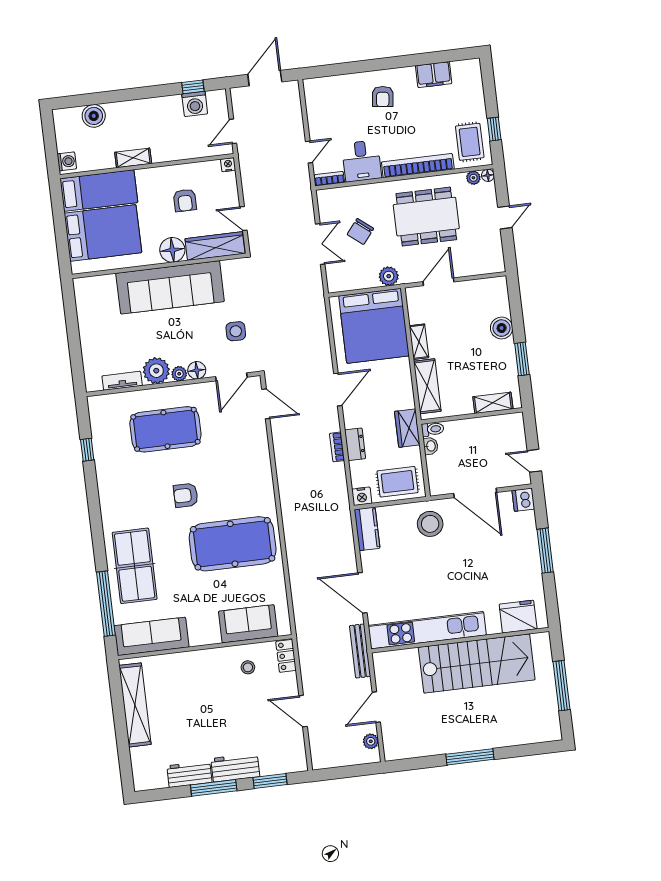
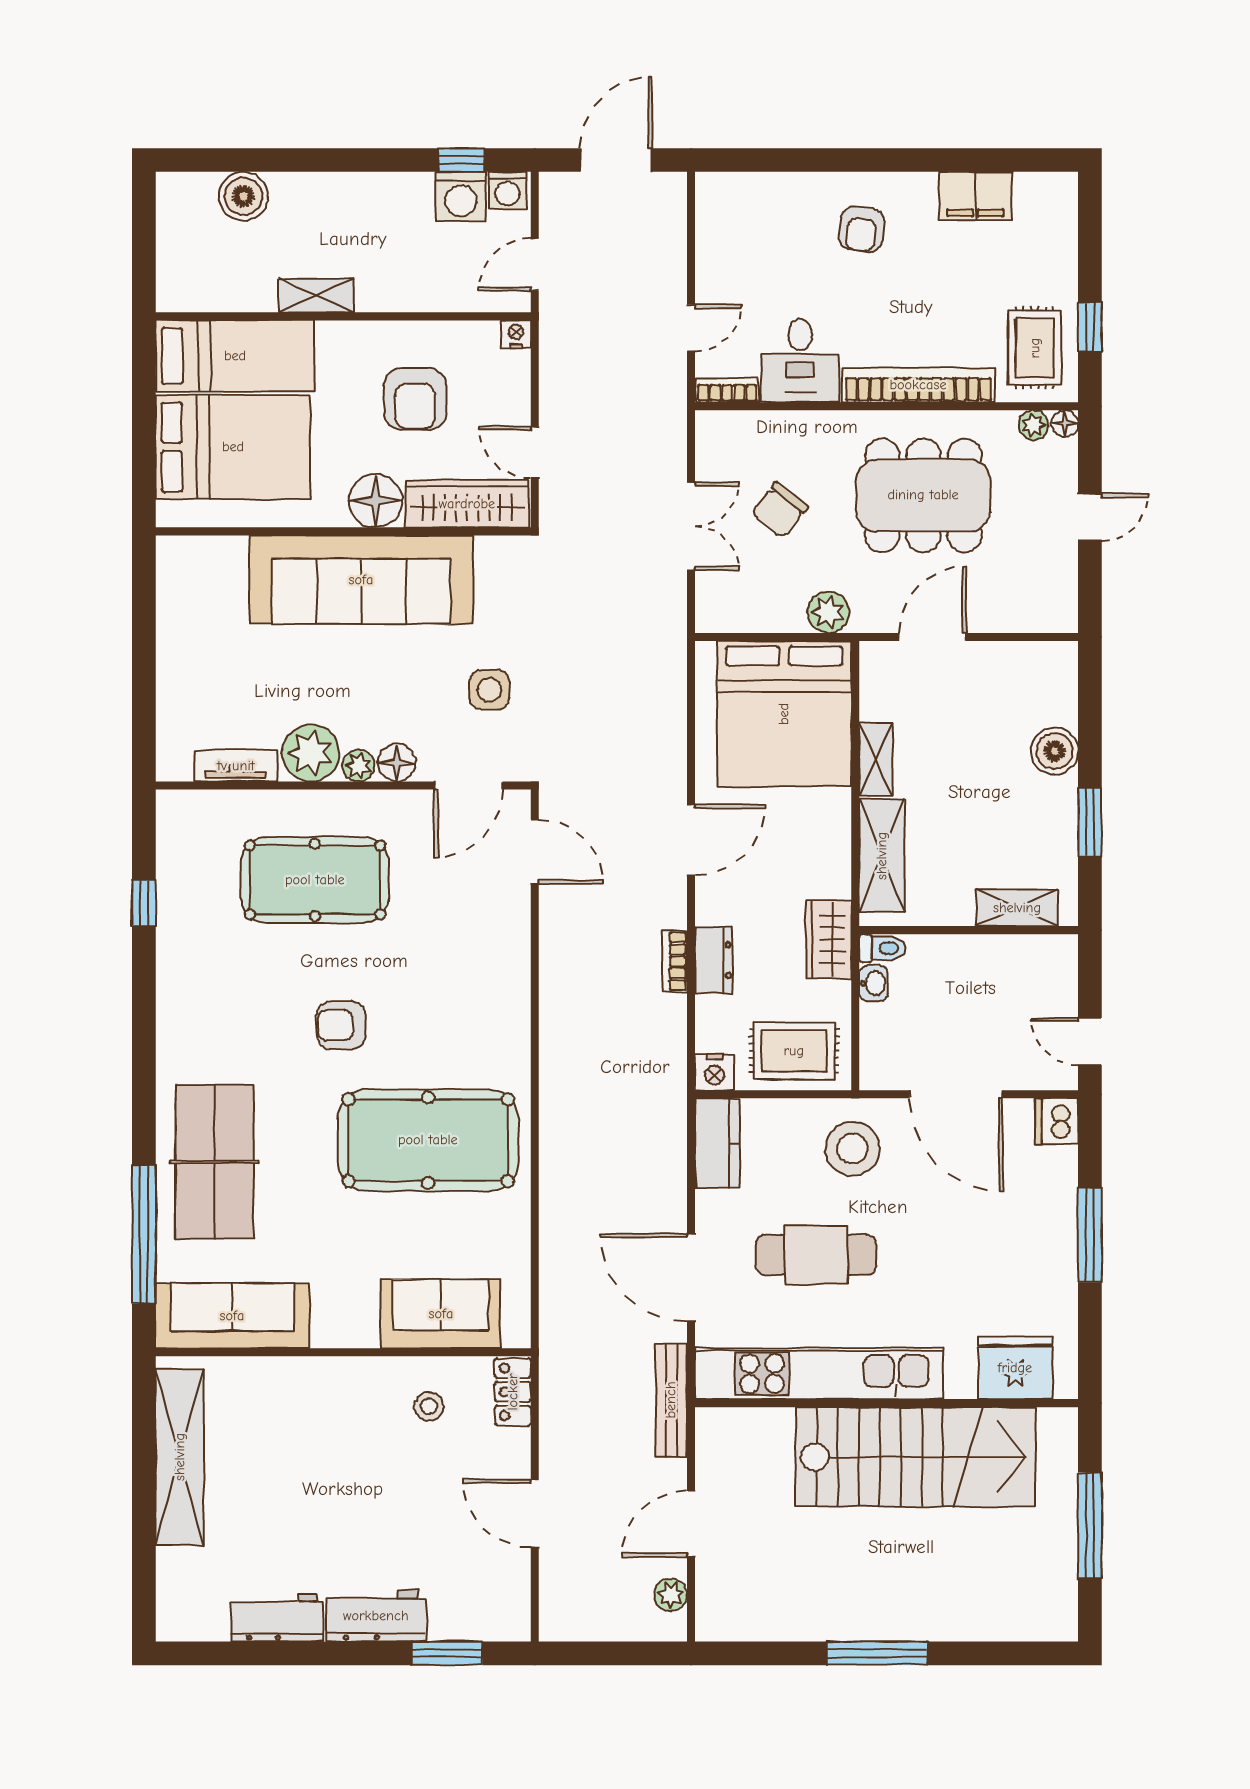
washing machine: (67, 161) -> (508, 191), moved, turned 90
armchair: (185, 200) -> (415, 399), width x1.38, depth x1.38
cafe table: (419, 575) -> (816, 1255), added
window: (214, 788) -> (325, 1653), removed

